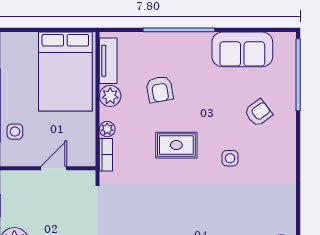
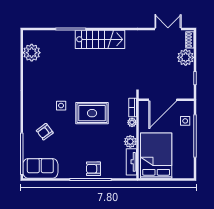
sofa: (242, 49) -> (40, 168), moved
armchair: (160, 89) -> (93, 169), moved, turned -80
rug: (176, 145) -> (92, 113), width x1.36, depth x1.43
door: (54, 168) -> (163, 100), width x1.87

